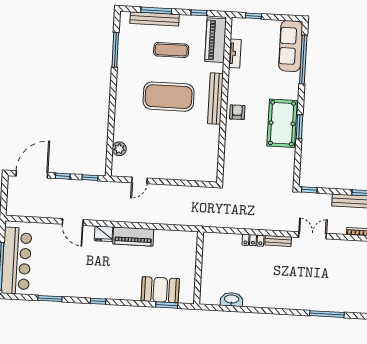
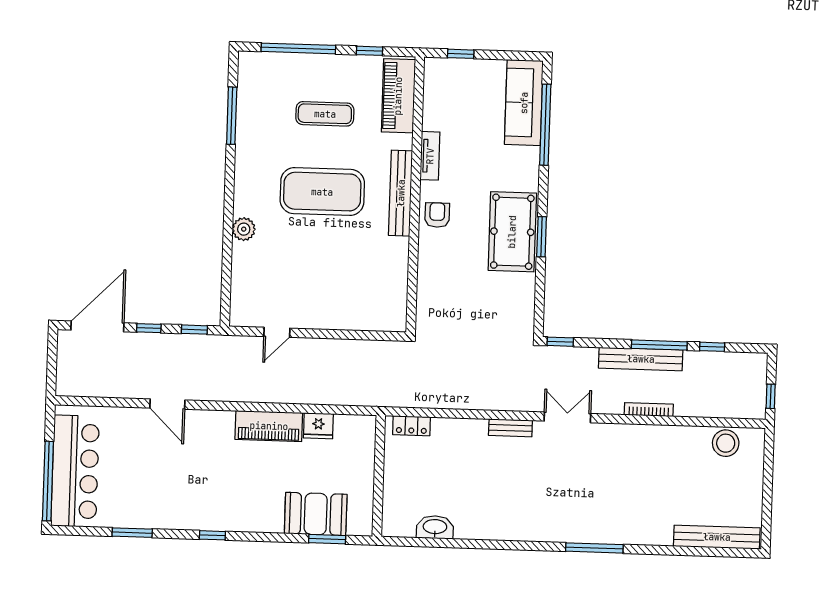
window: (156, 10) -> (298, 48), width x1.46
bench: (155, 19) -> (296, 63), removed
tv unit: (235, 53) -> (430, 156), moved
plant: (119, 149) -> (244, 229), moved
fridge: (104, 234) -> (318, 426), moved
locker: (253, 240) -> (411, 426), moved

